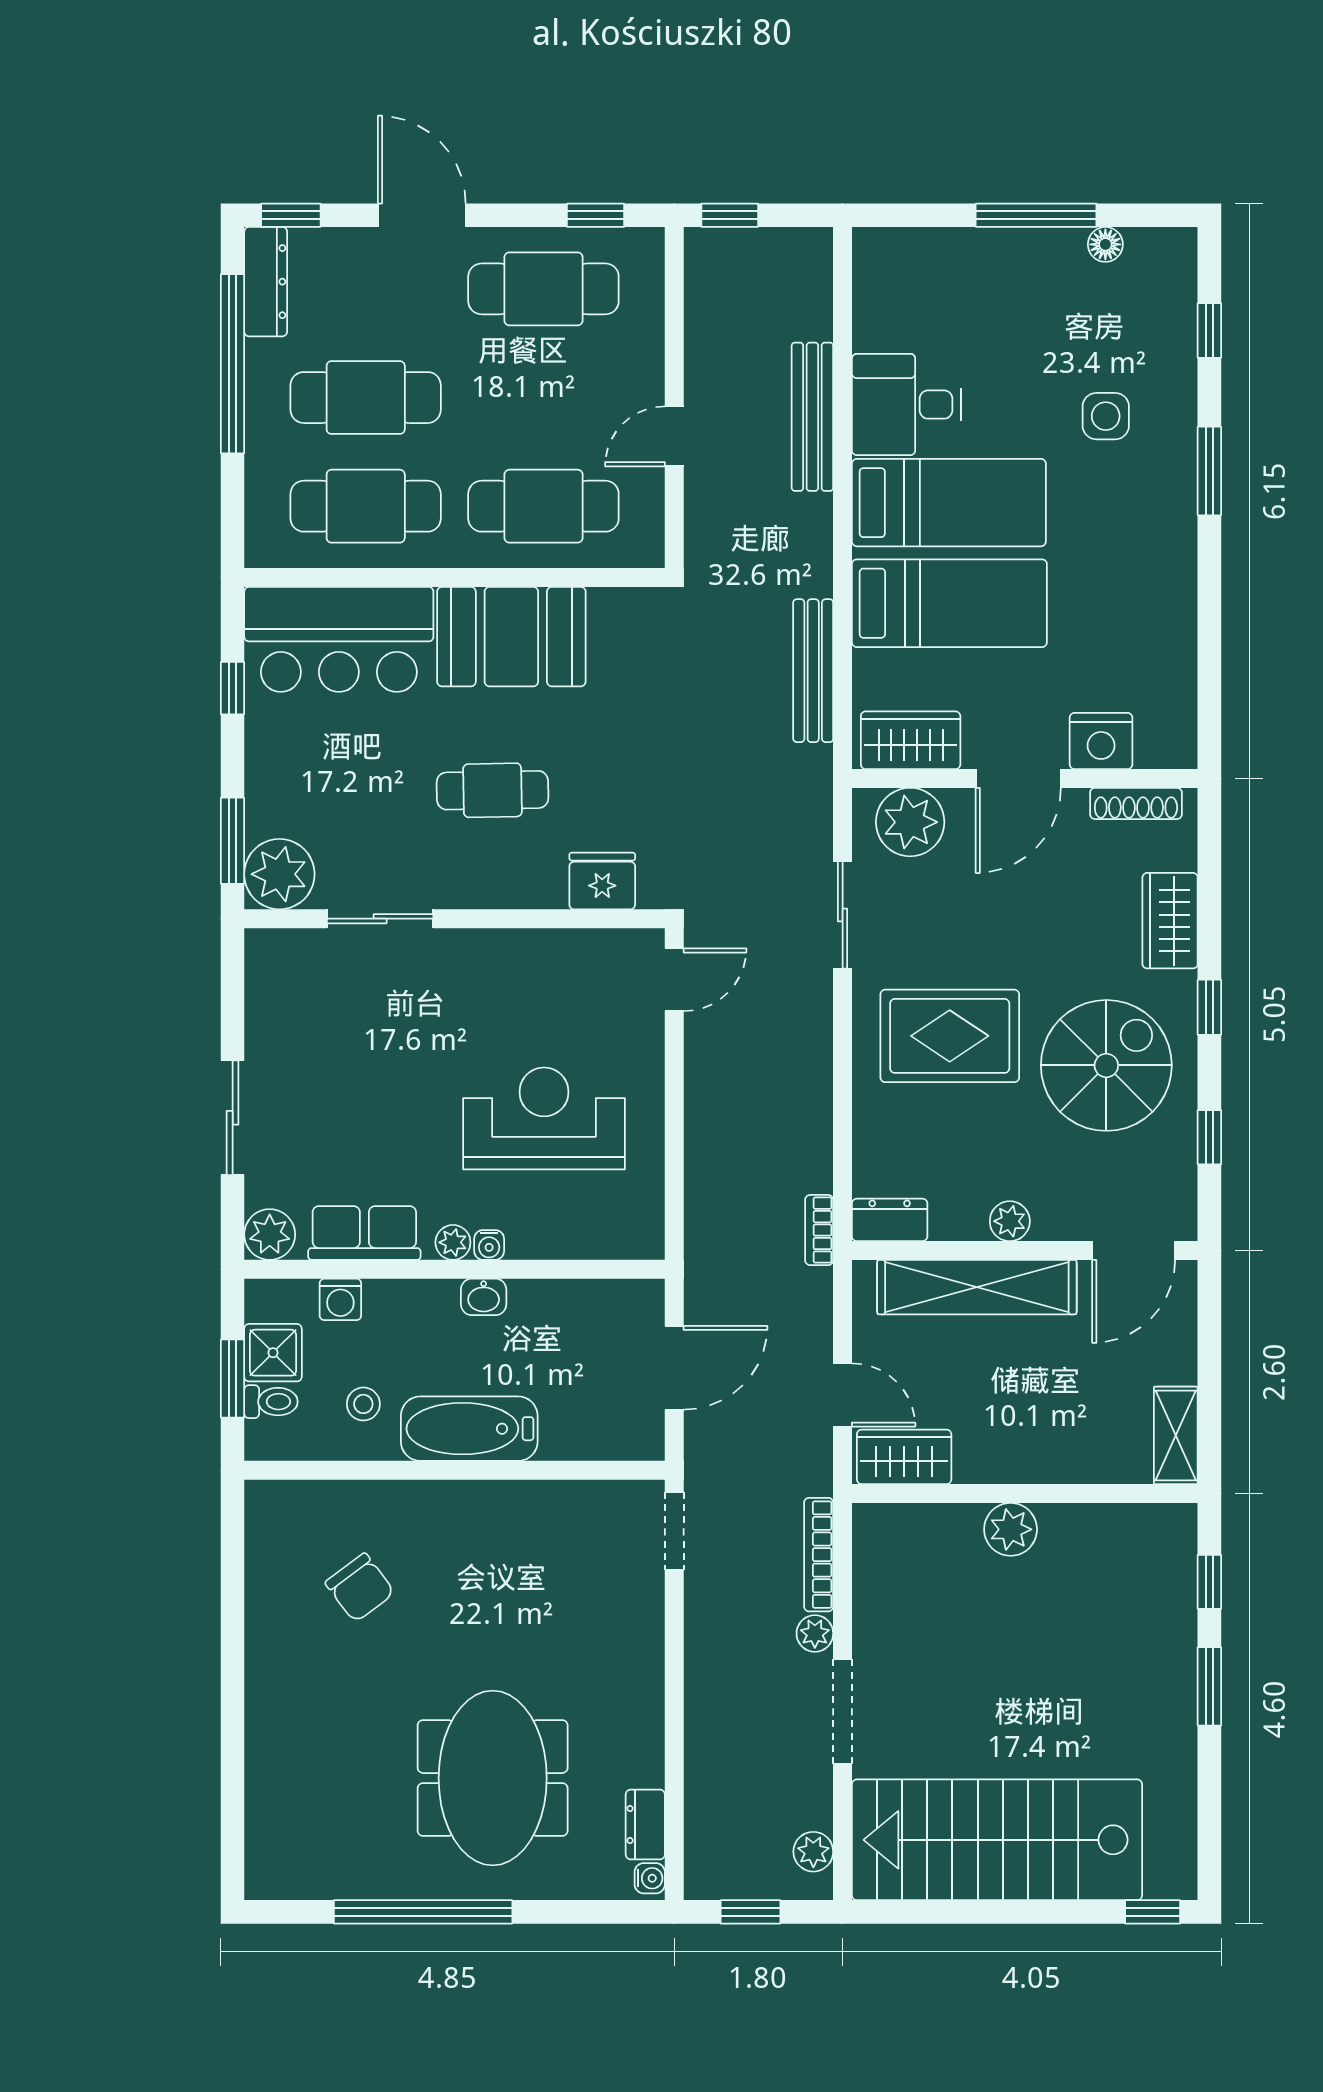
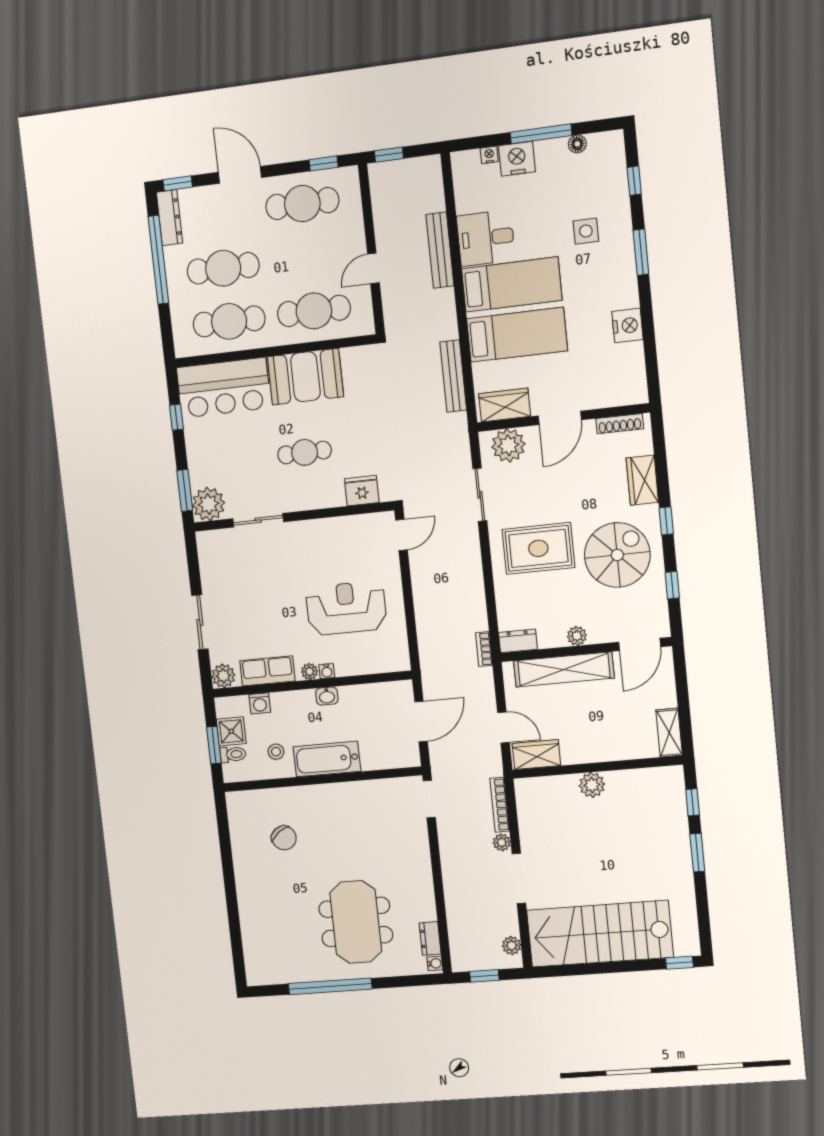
nightstand: (930, 242) -> (489, 155), added
nightstand: (984, 257) -> (517, 159), added
nightstand: (1101, 741) -> (627, 325), moved, turned -90

